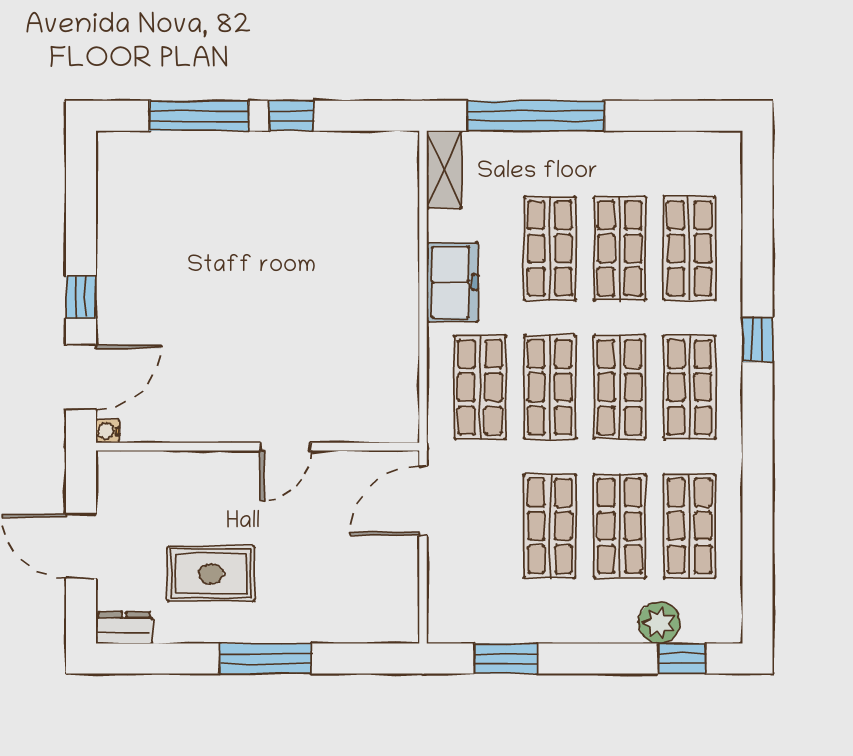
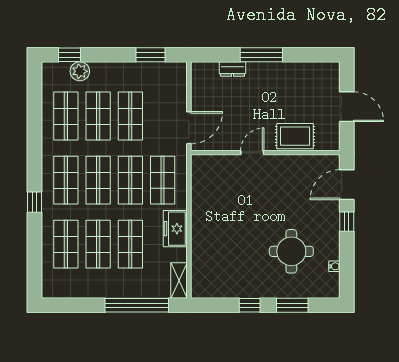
window: (199, 116) -> (292, 305), width x0.69
round table: (201, 233) -> (291, 251), added
water cooler: (108, 431) -> (334, 266), moved
rug: (211, 574) -> (295, 136), moved
dresser: (124, 628) -> (232, 69), moved

